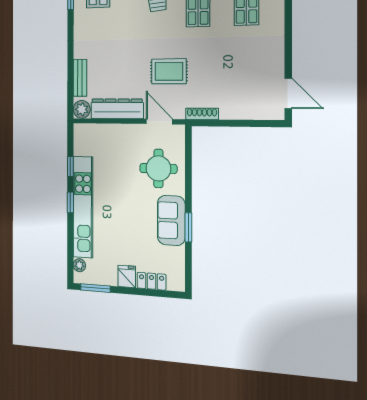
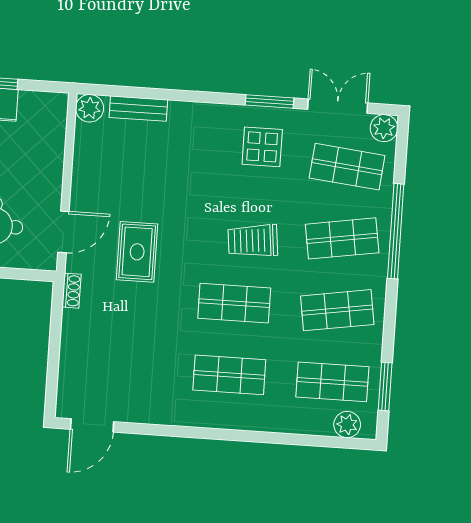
dresser: (117, 109) -> (87, 166), removed
shoe rack: (202, 114) -> (72, 291), width x0.70

